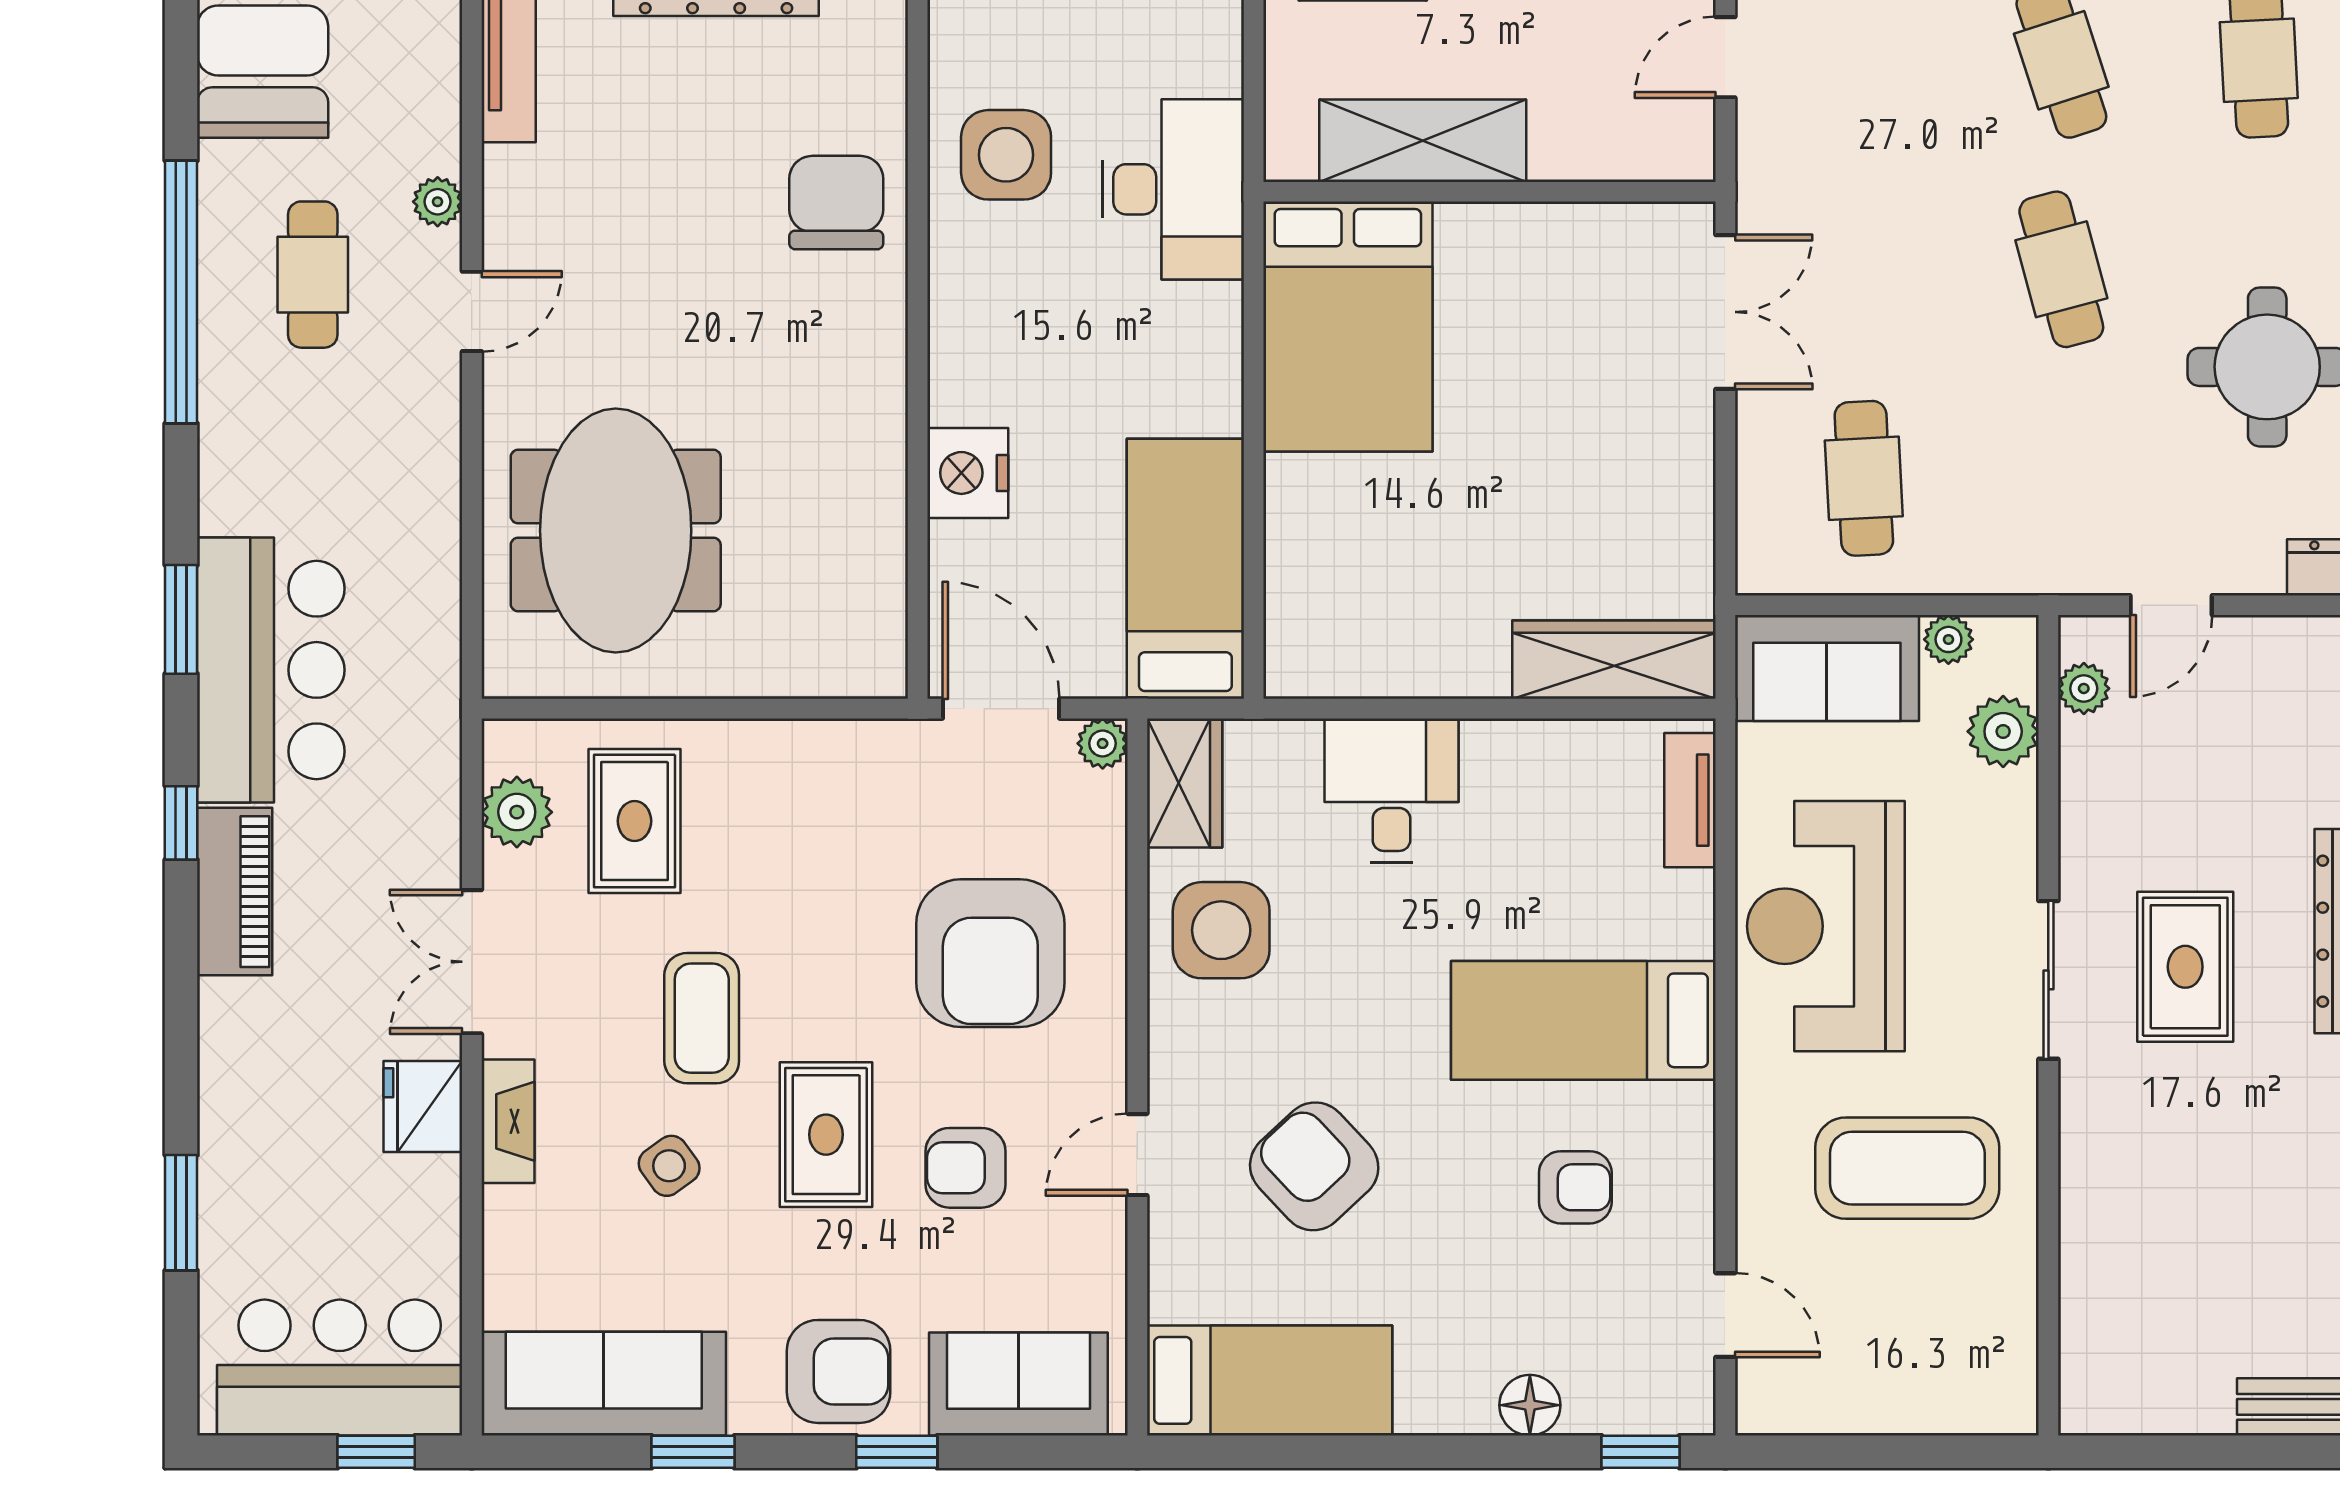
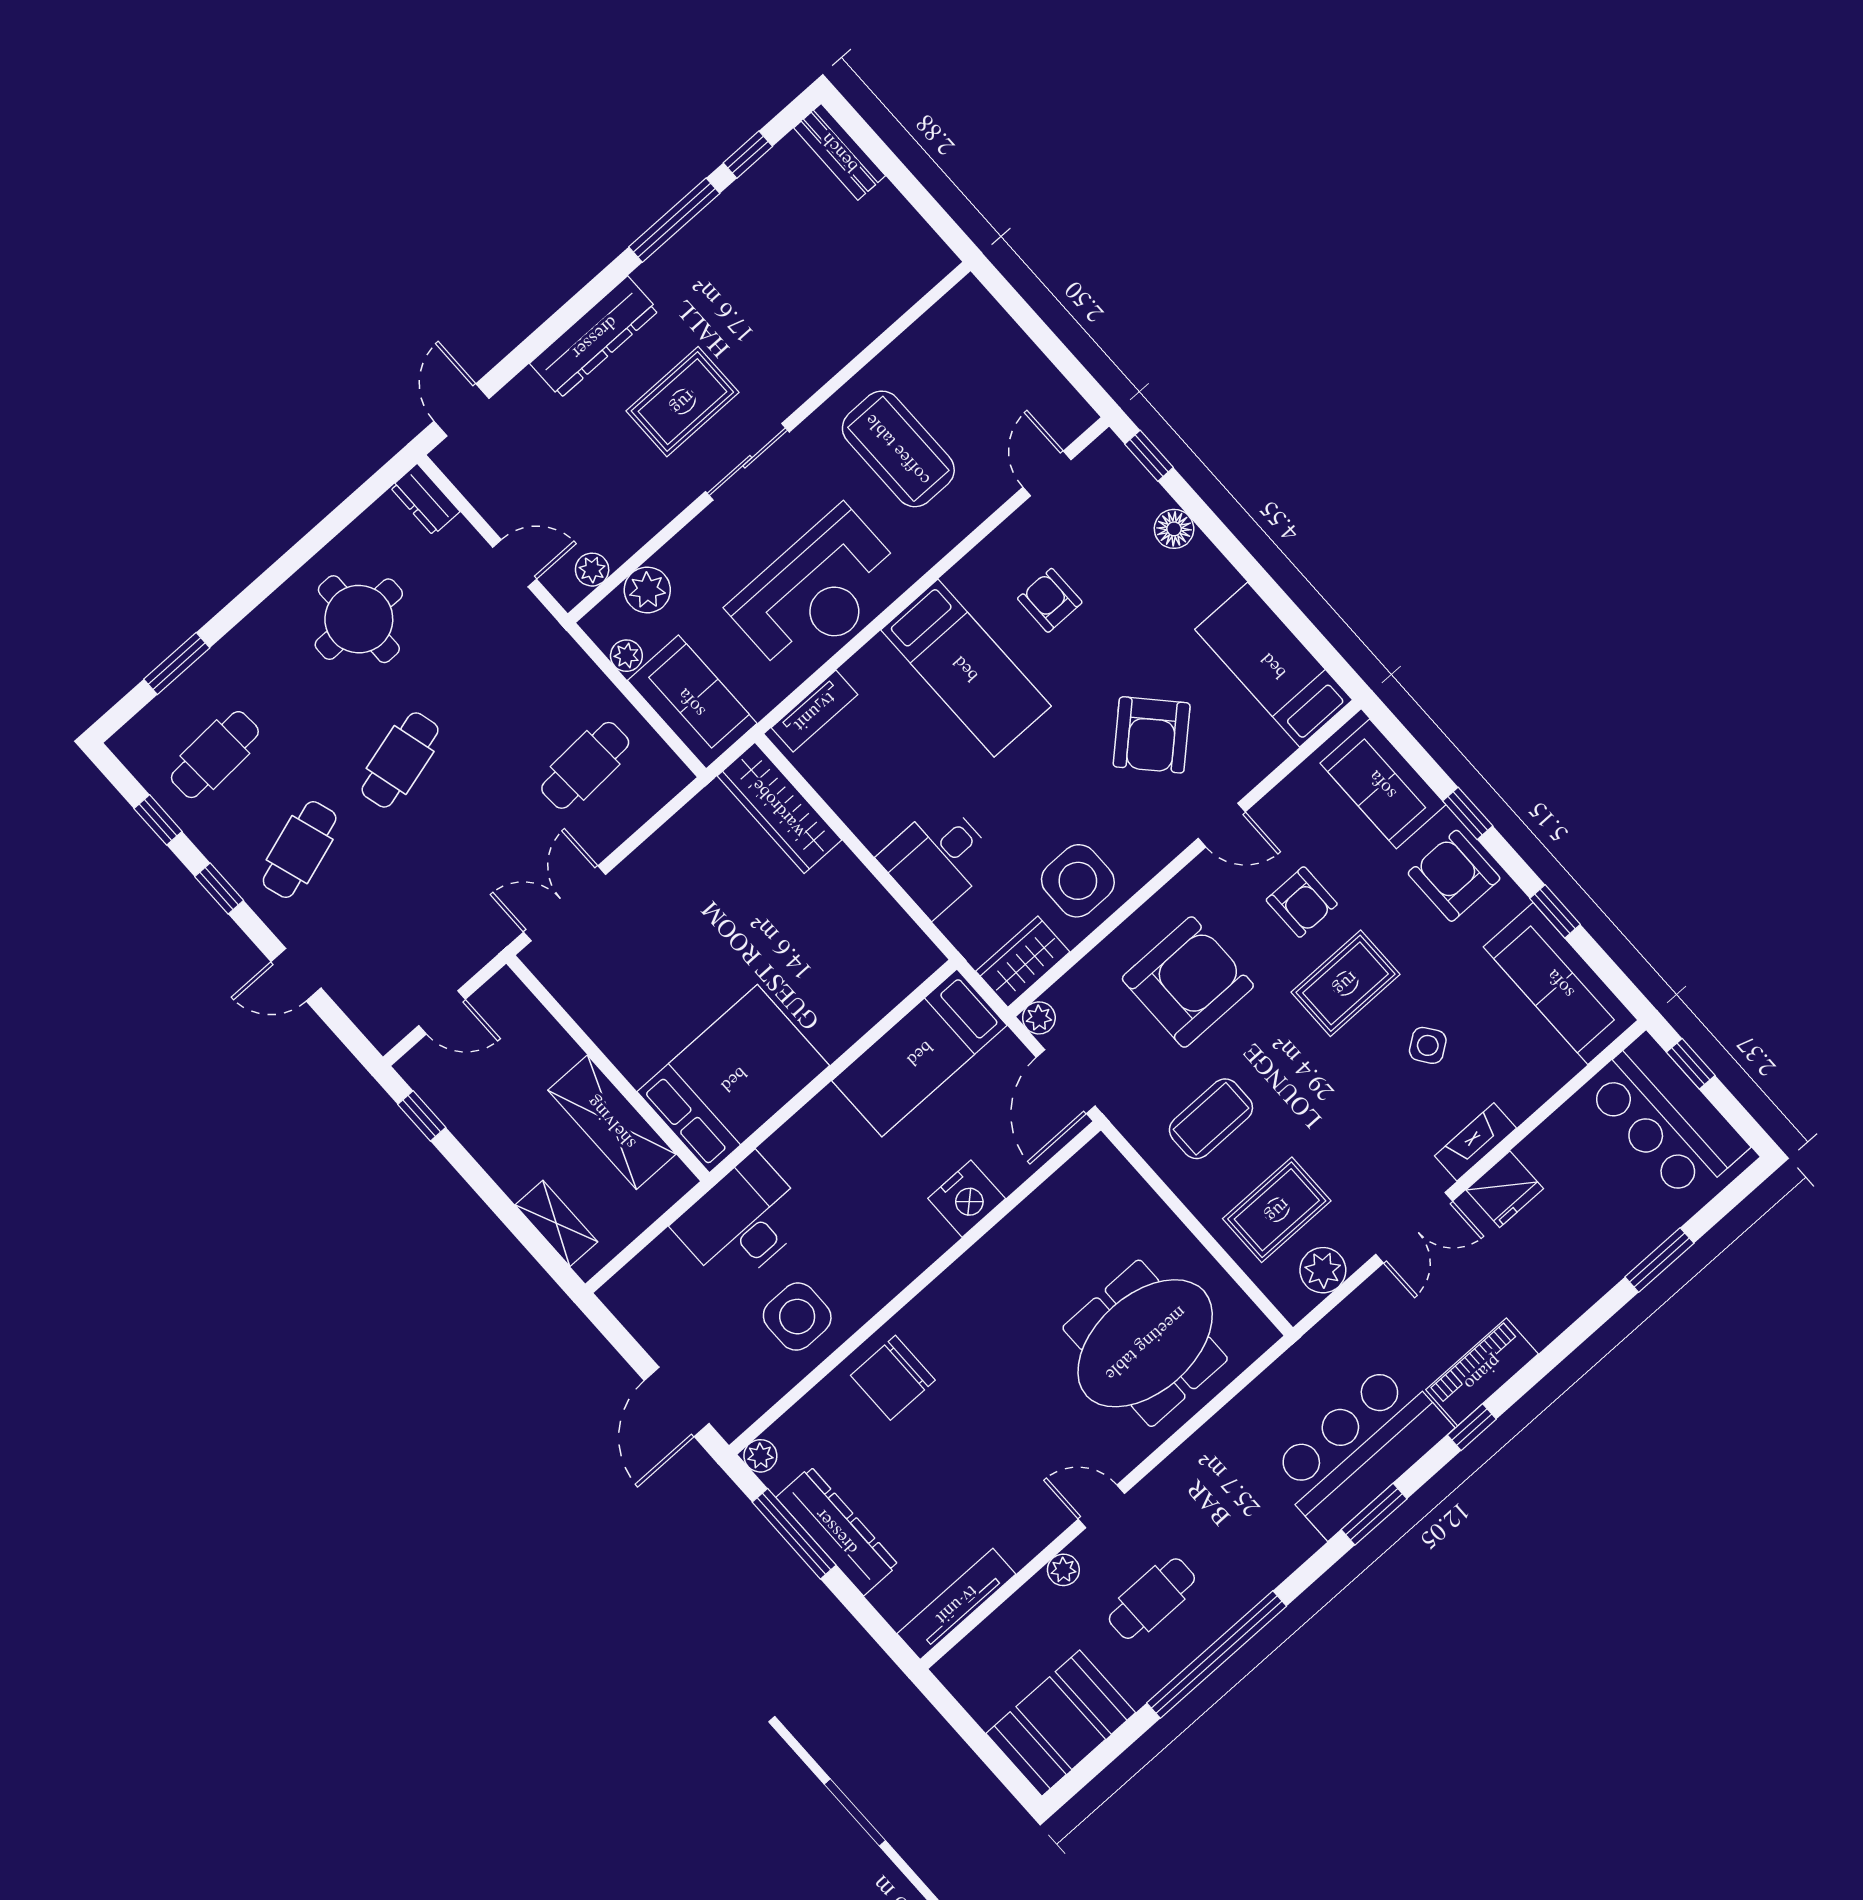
coffee table: (702, 1018) -> (1211, 1119), moved

